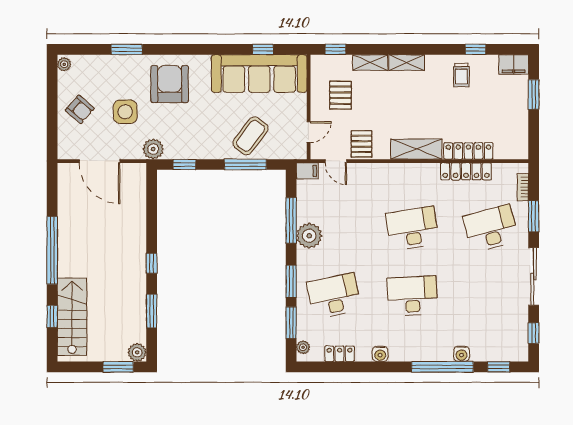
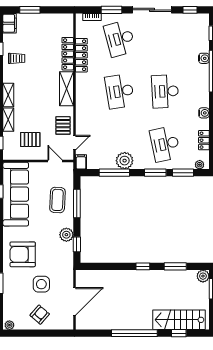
coffee table: (250, 136) -> (57, 200), turned 56
pallet: (361, 144) -> (63, 125), turned 90
plant: (153, 149) -> (66, 235), moved

